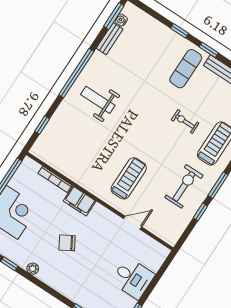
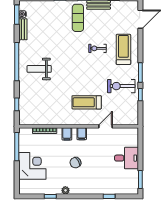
treadmill: (129, 178) -> (87, 102), turned -90
exercise bike: (184, 186) -> (121, 86), turned -90
filing cabinet: (80, 201) -> (67, 134), width x0.50
filing cabinet: (98, 213) -> (82, 134), added

